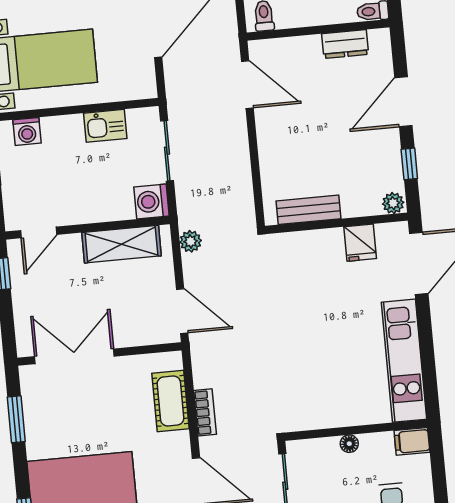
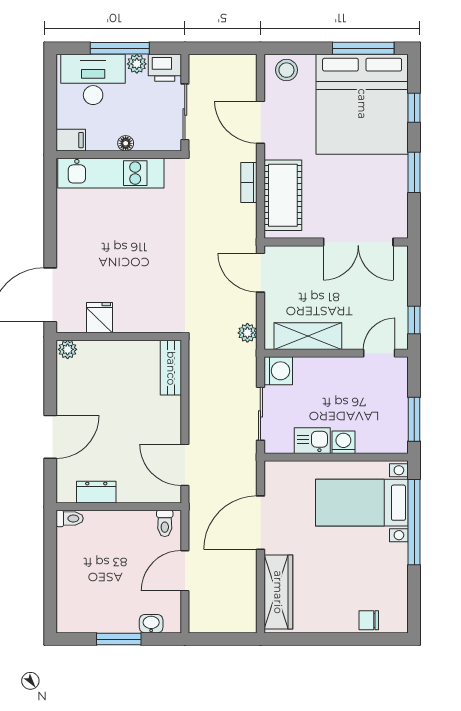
washing machine: (27, 131) -> (343, 442), moved
window: (409, 164) -> (50, 382), removed
bench: (308, 210) -> (171, 368), moved, turned 90
kitchen unit: (404, 361) -> (111, 173), moved, turned 90
cot: (170, 401) -> (283, 195), width x1.37, depth x1.34
window: (16, 419) -> (414, 172), moved

